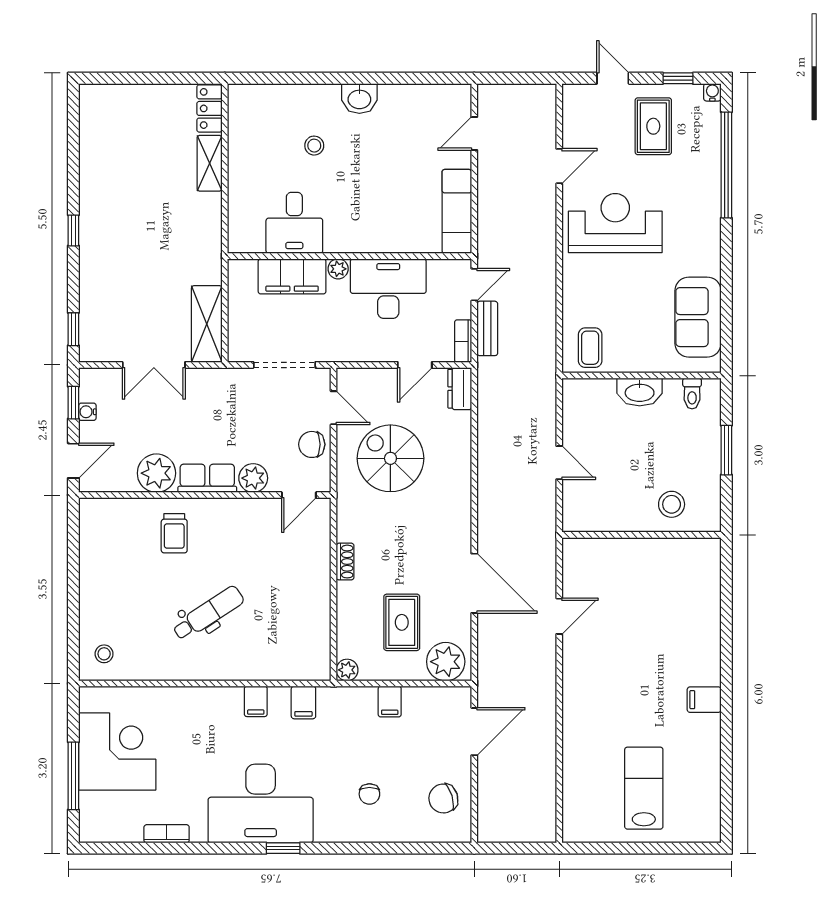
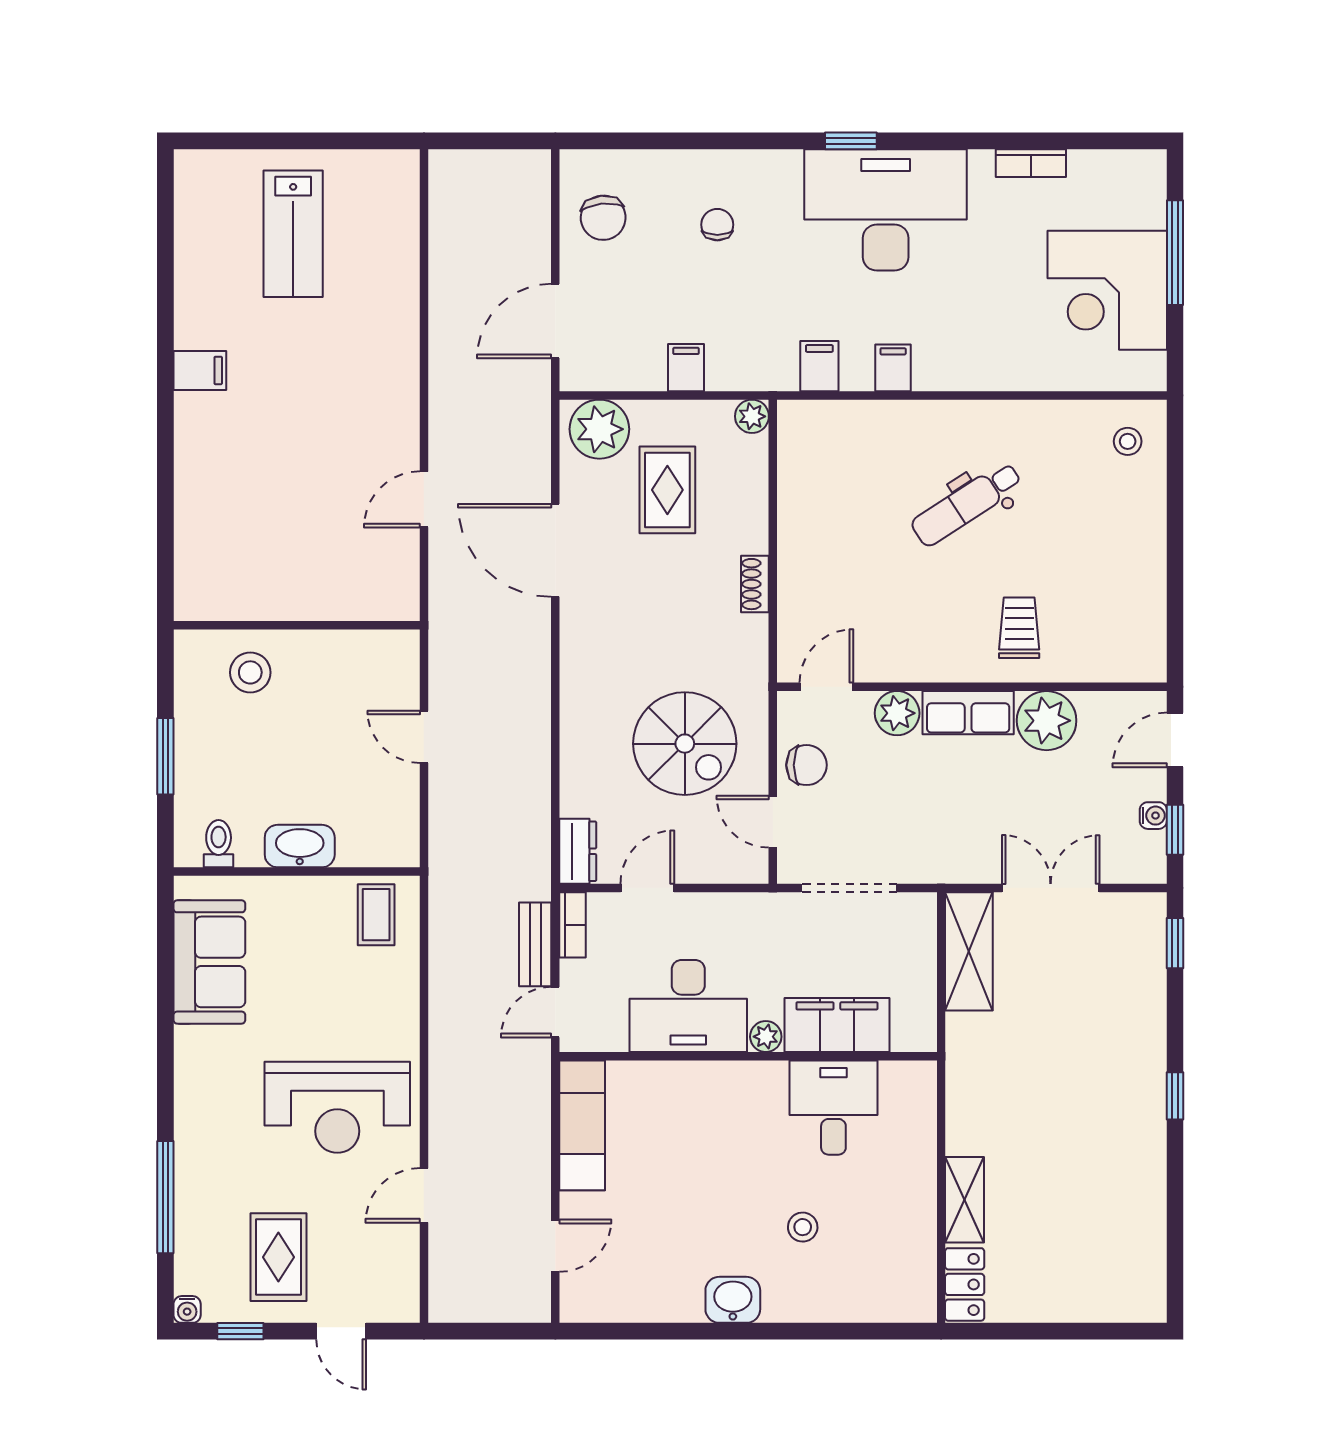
window: (726, 165) -> (165, 1197), width x0.68
chair: (443, 798) -> (603, 218), turned 101

